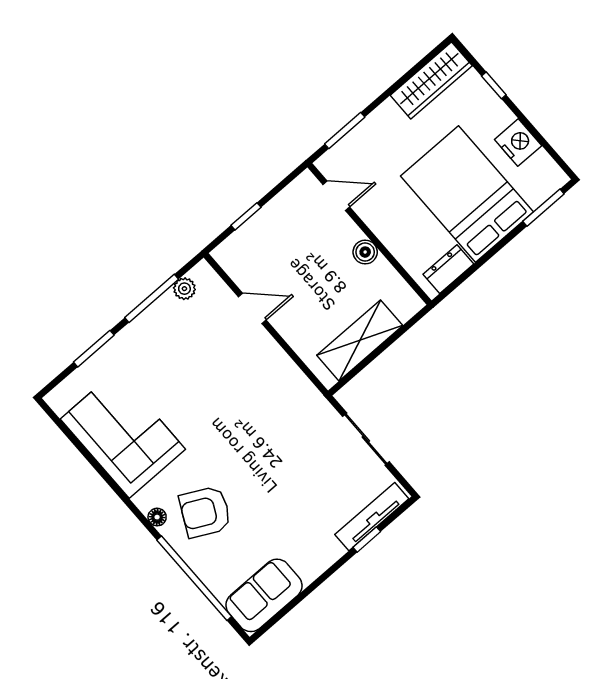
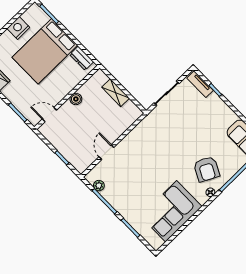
door: (336, 196) -> (49, 115), hinge flipped
shelving: (360, 340) -> (116, 93), width x0.67, depth x0.75
tv unit: (372, 517) -> (200, 84), width x0.71

